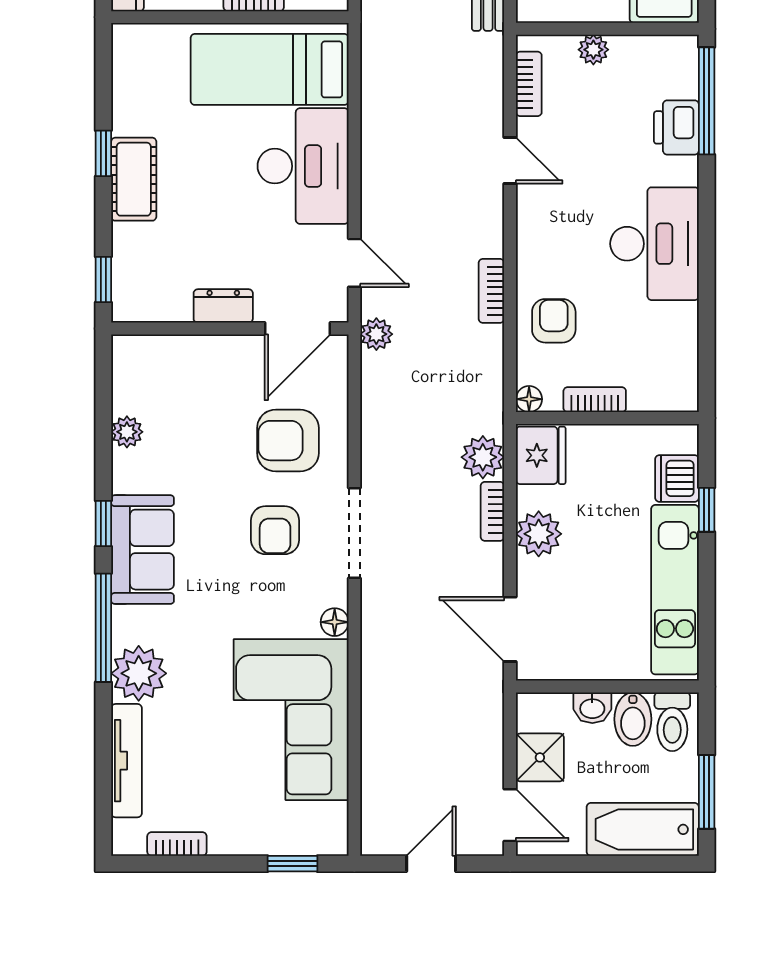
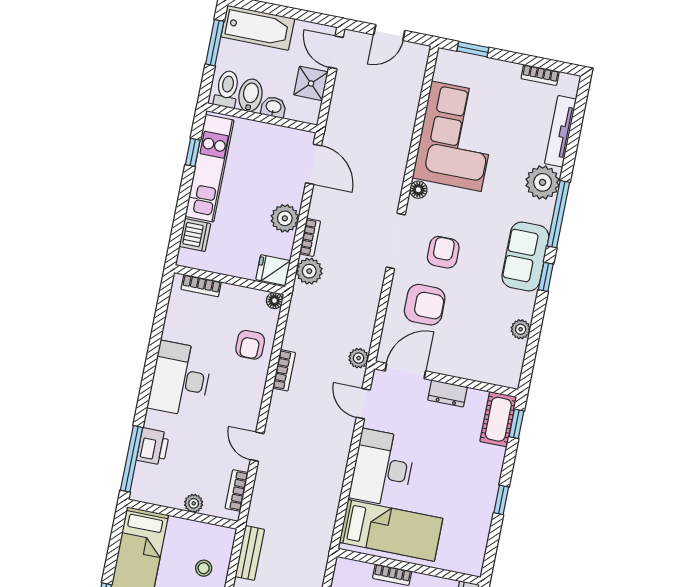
cot: (134, 179) -> (498, 419), moved
bookcase: (595, 400) -> (201, 286), moved
fridge: (541, 455) -> (273, 270), width x0.72
window: (707, 510) -> (193, 152), moved

